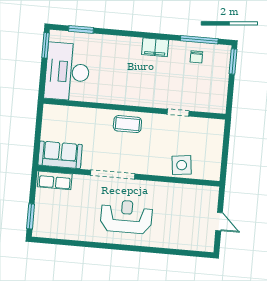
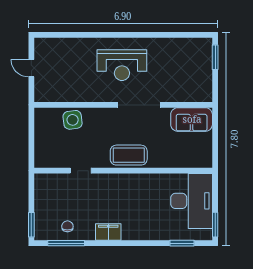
coffee table: (127, 124) -> (129, 155), width x1.36, depth x1.32
row of seats: (55, 180) -> (195, 94), removed

